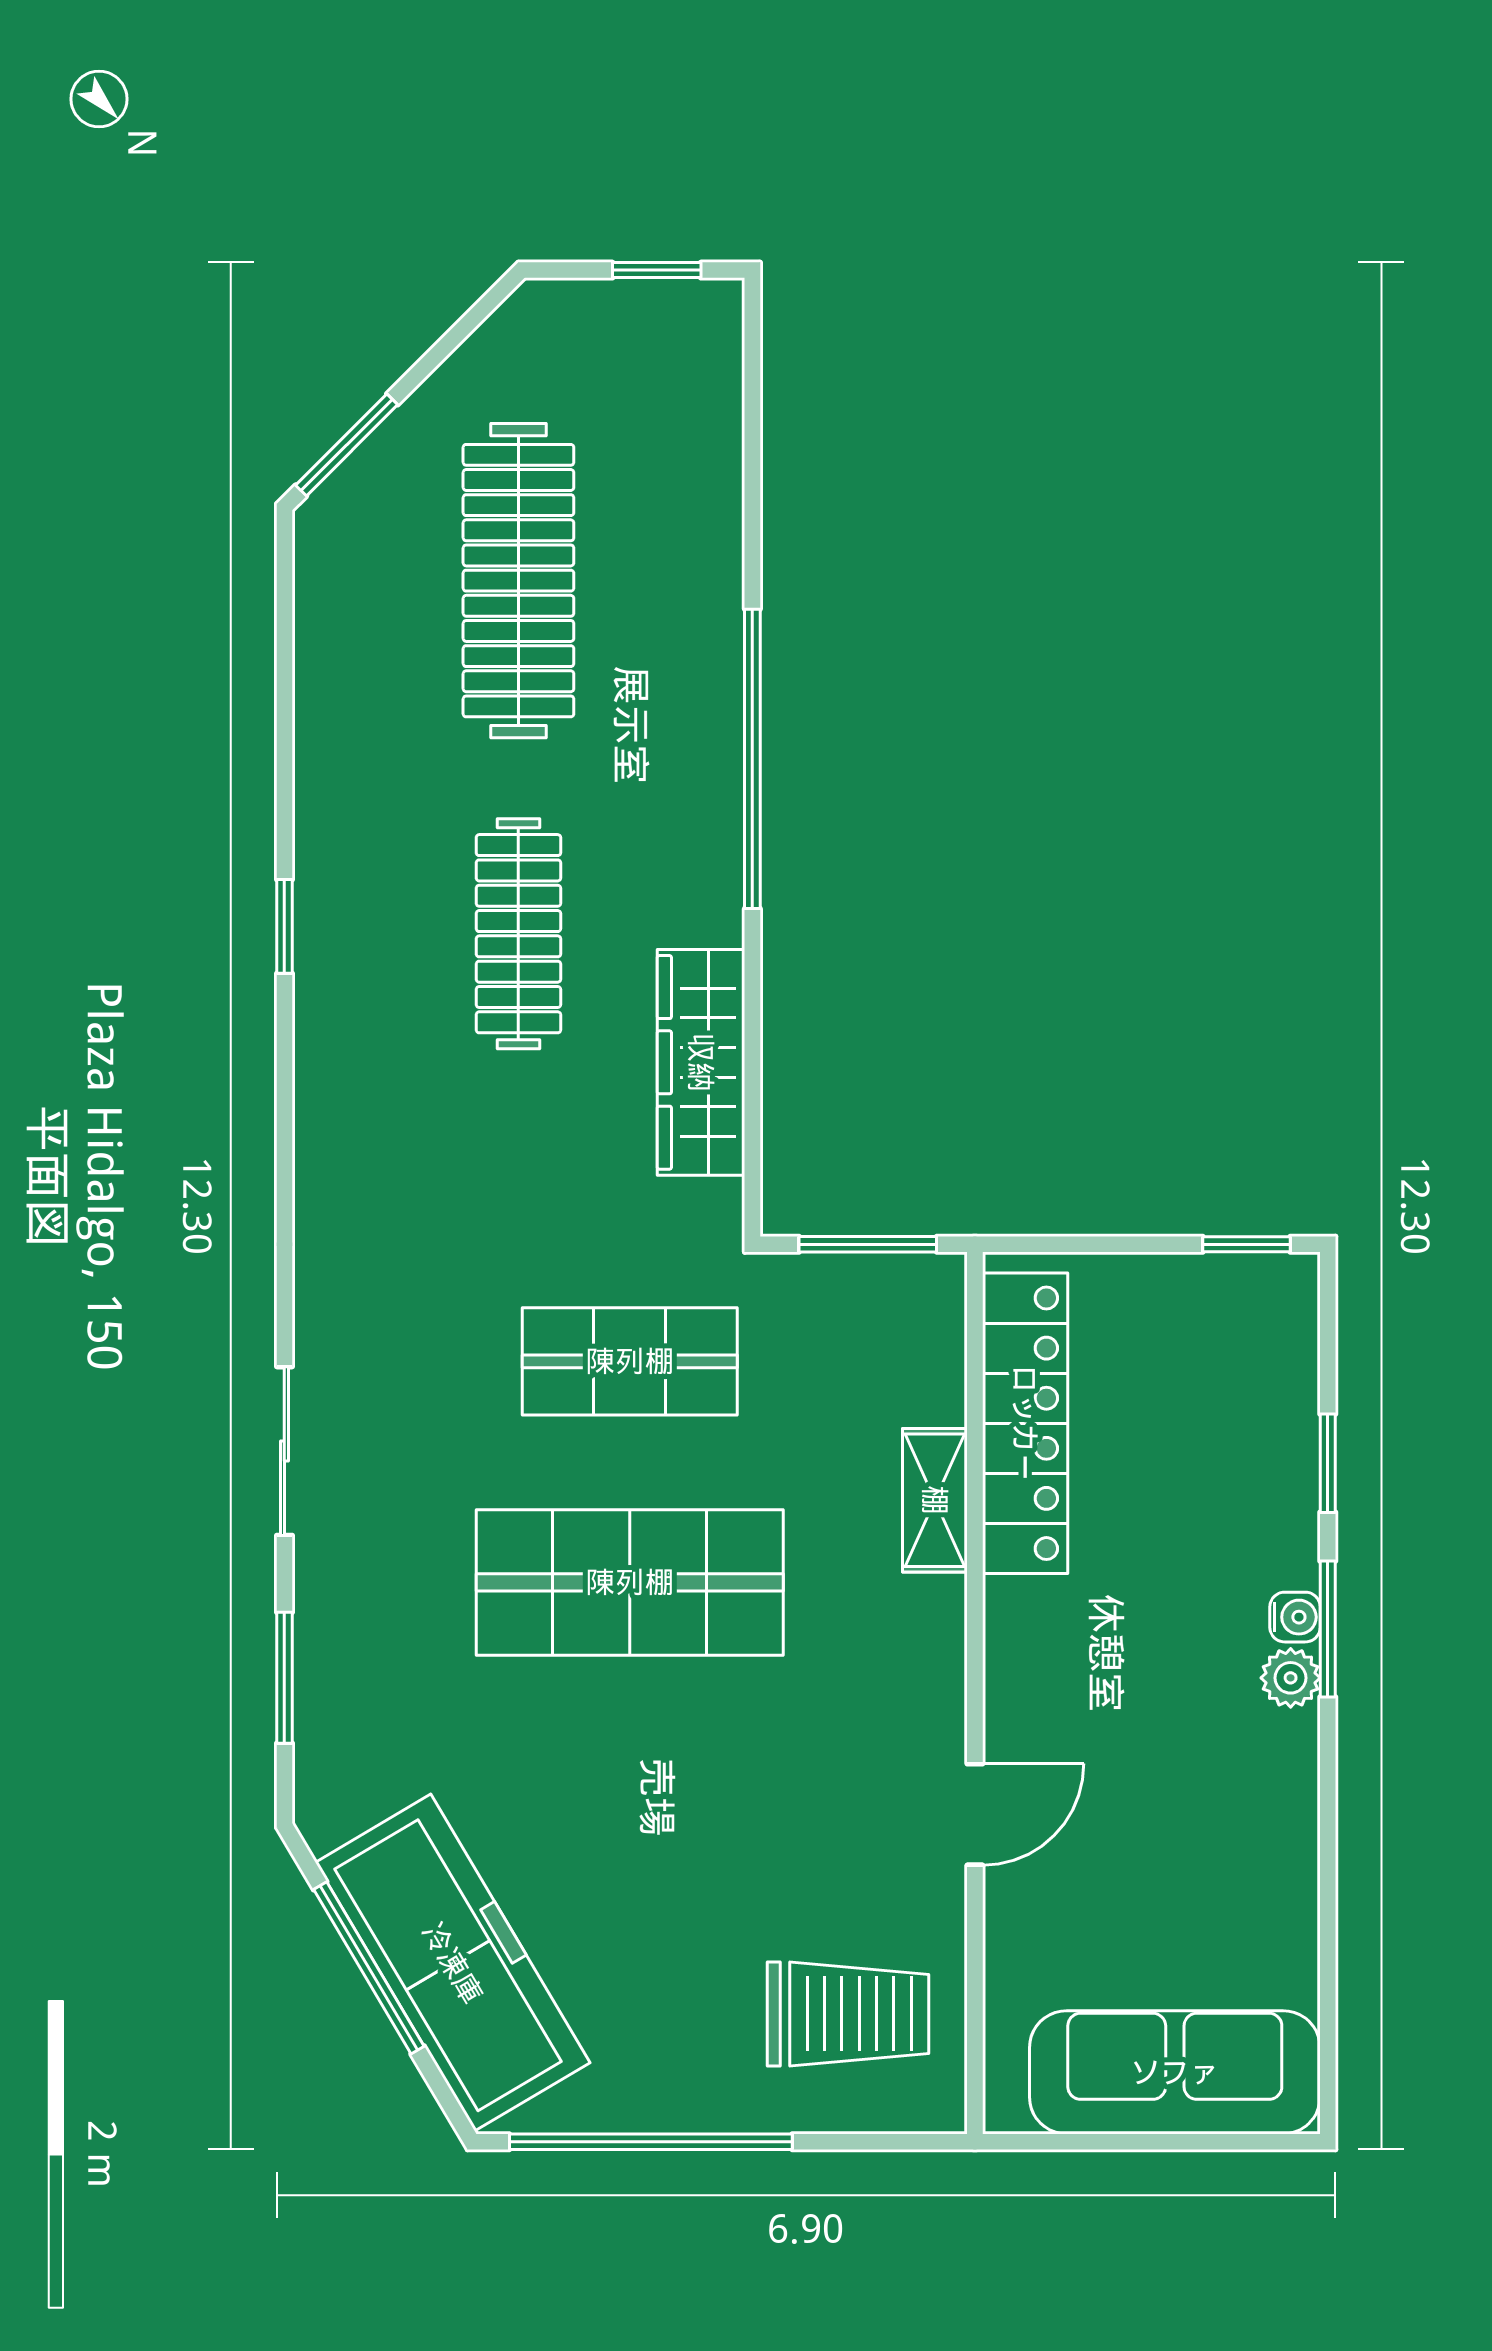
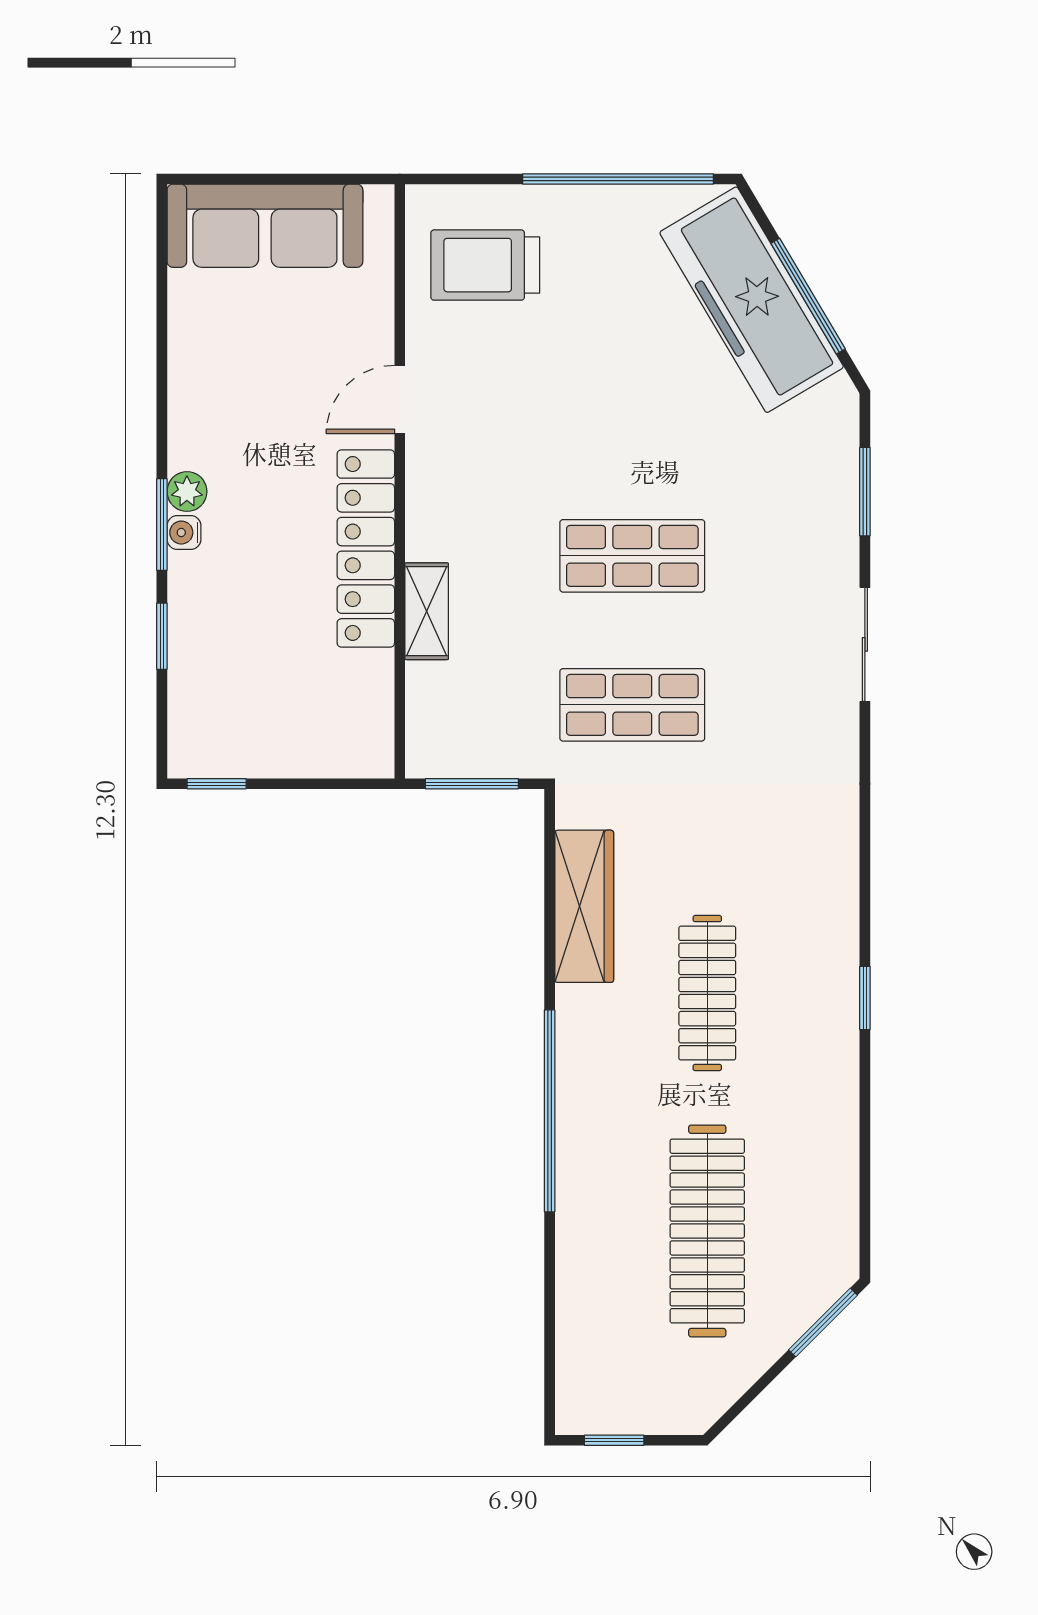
locker: (1025, 1423) -> (366, 548), moved
shop shelf: (630, 1582) -> (632, 556), width x0.70, depth x0.74

